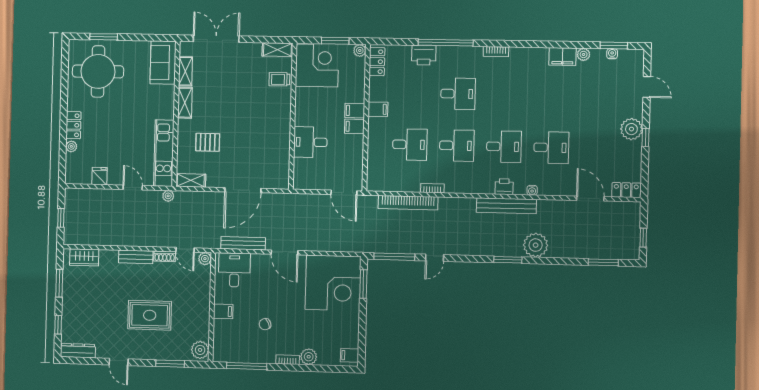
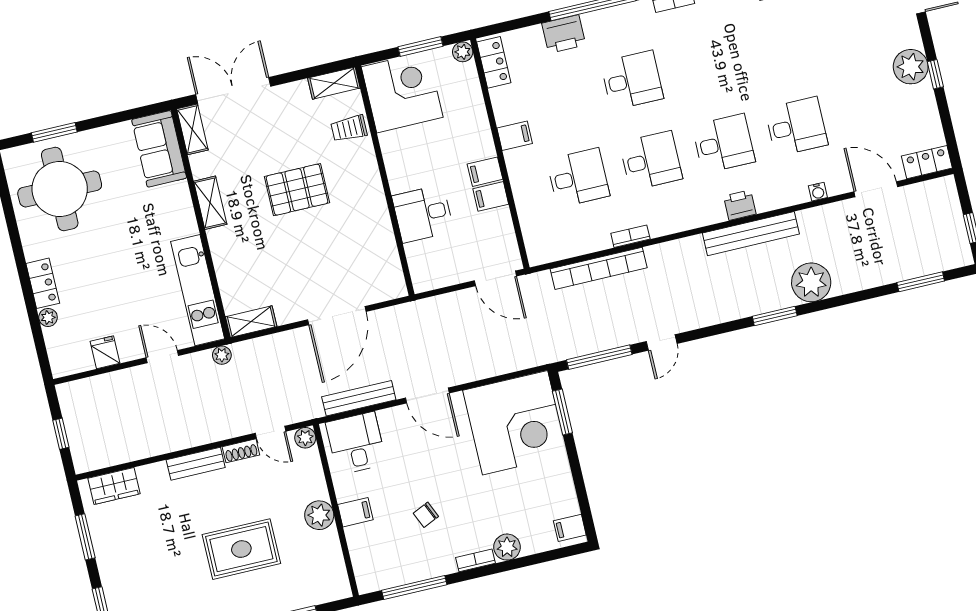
shelving: (185, 71) -> (192, 129), moved
filing cabinet: (355, 111) -> (491, 196), moved
pallet: (208, 142) -> (297, 190), moved, width x1.50, depth x1.42
water cooler: (532, 190) -> (818, 192), moved
plant: (200, 350) -> (319, 515), moved

